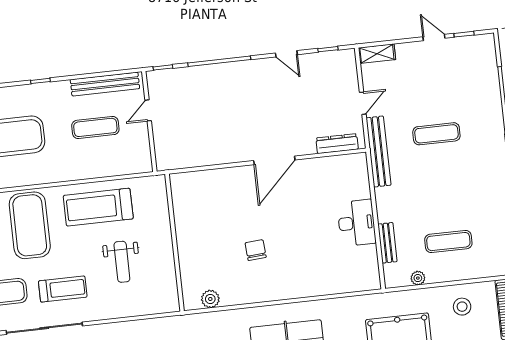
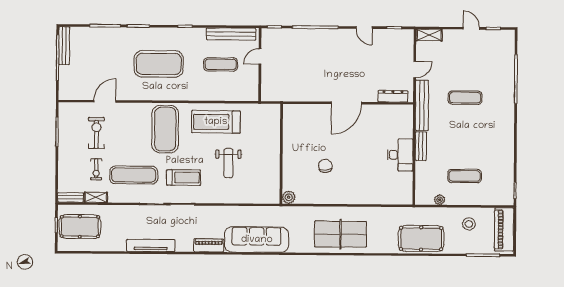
wall: (175, 243) -> (281, 154), moved
bench: (387, 243) -> (421, 146), moved

